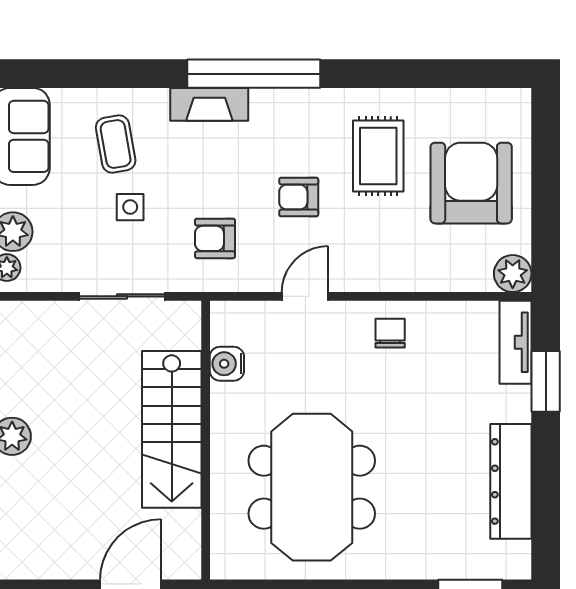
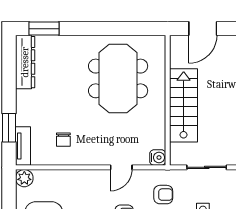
chair: (390, 333) -> (63, 140), moved
water cooler: (227, 364) -> (158, 157), moved
dresser: (511, 481) -> (25, 62), moved

